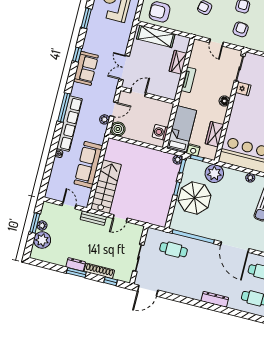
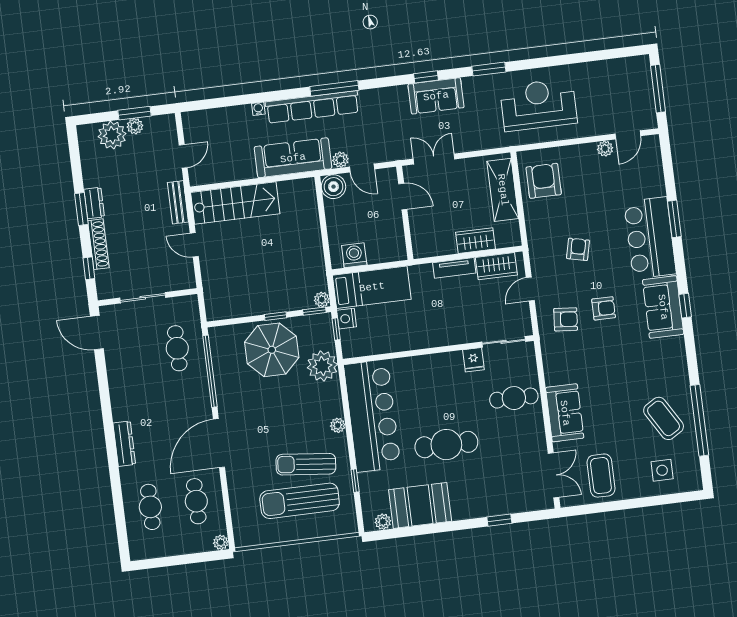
sofa: (86, 68) -> (436, 96), moved
floor lamp: (224, 101) -> (443, 338), removed
wardrobe: (214, 134) -> (496, 266), moved, turned 180
sofa: (88, 165) -> (293, 158), moved

